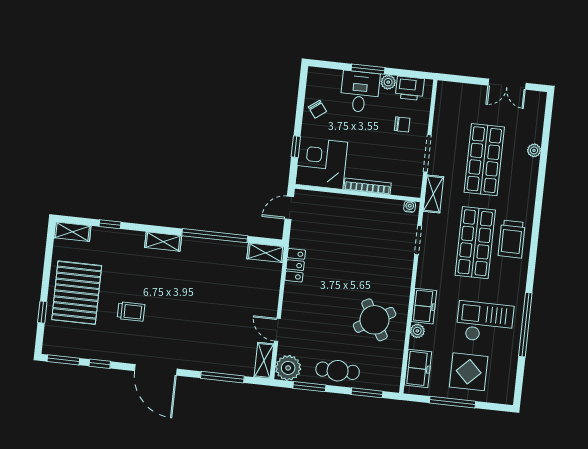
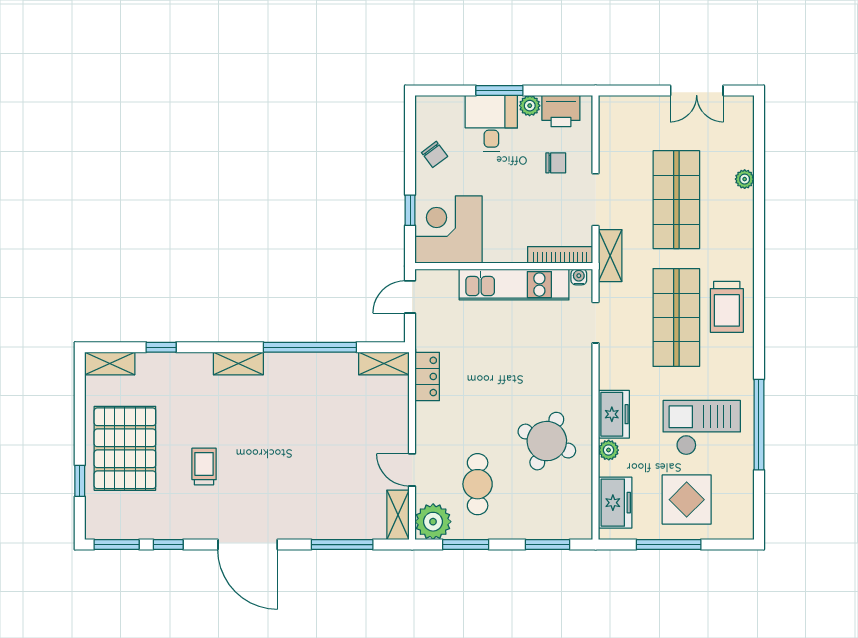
bookcase: (368, 186) -> (560, 255), moved
kitchen unit: (363, 207) -> (514, 285), added
trolley: (131, 312) -> (204, 466), turned -90
round table: (375, 320) -> (547, 441), turned -36
cafe table: (338, 371) -> (478, 484), moved, turned 90

